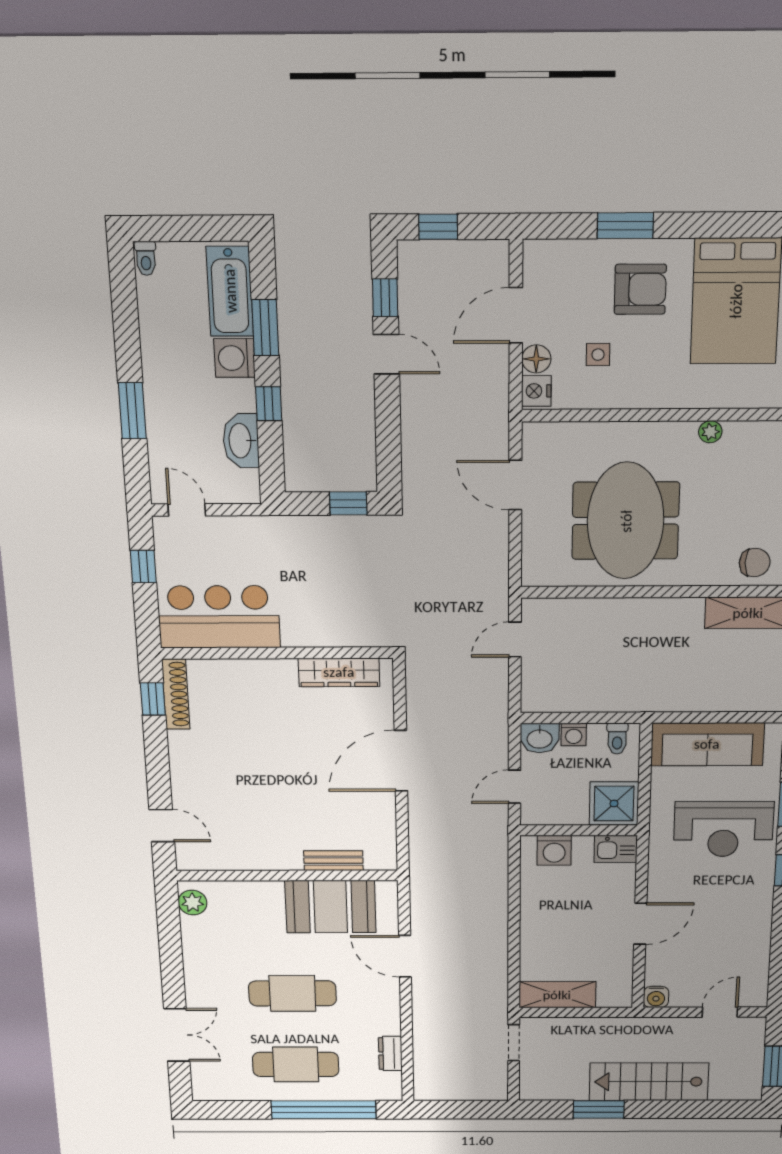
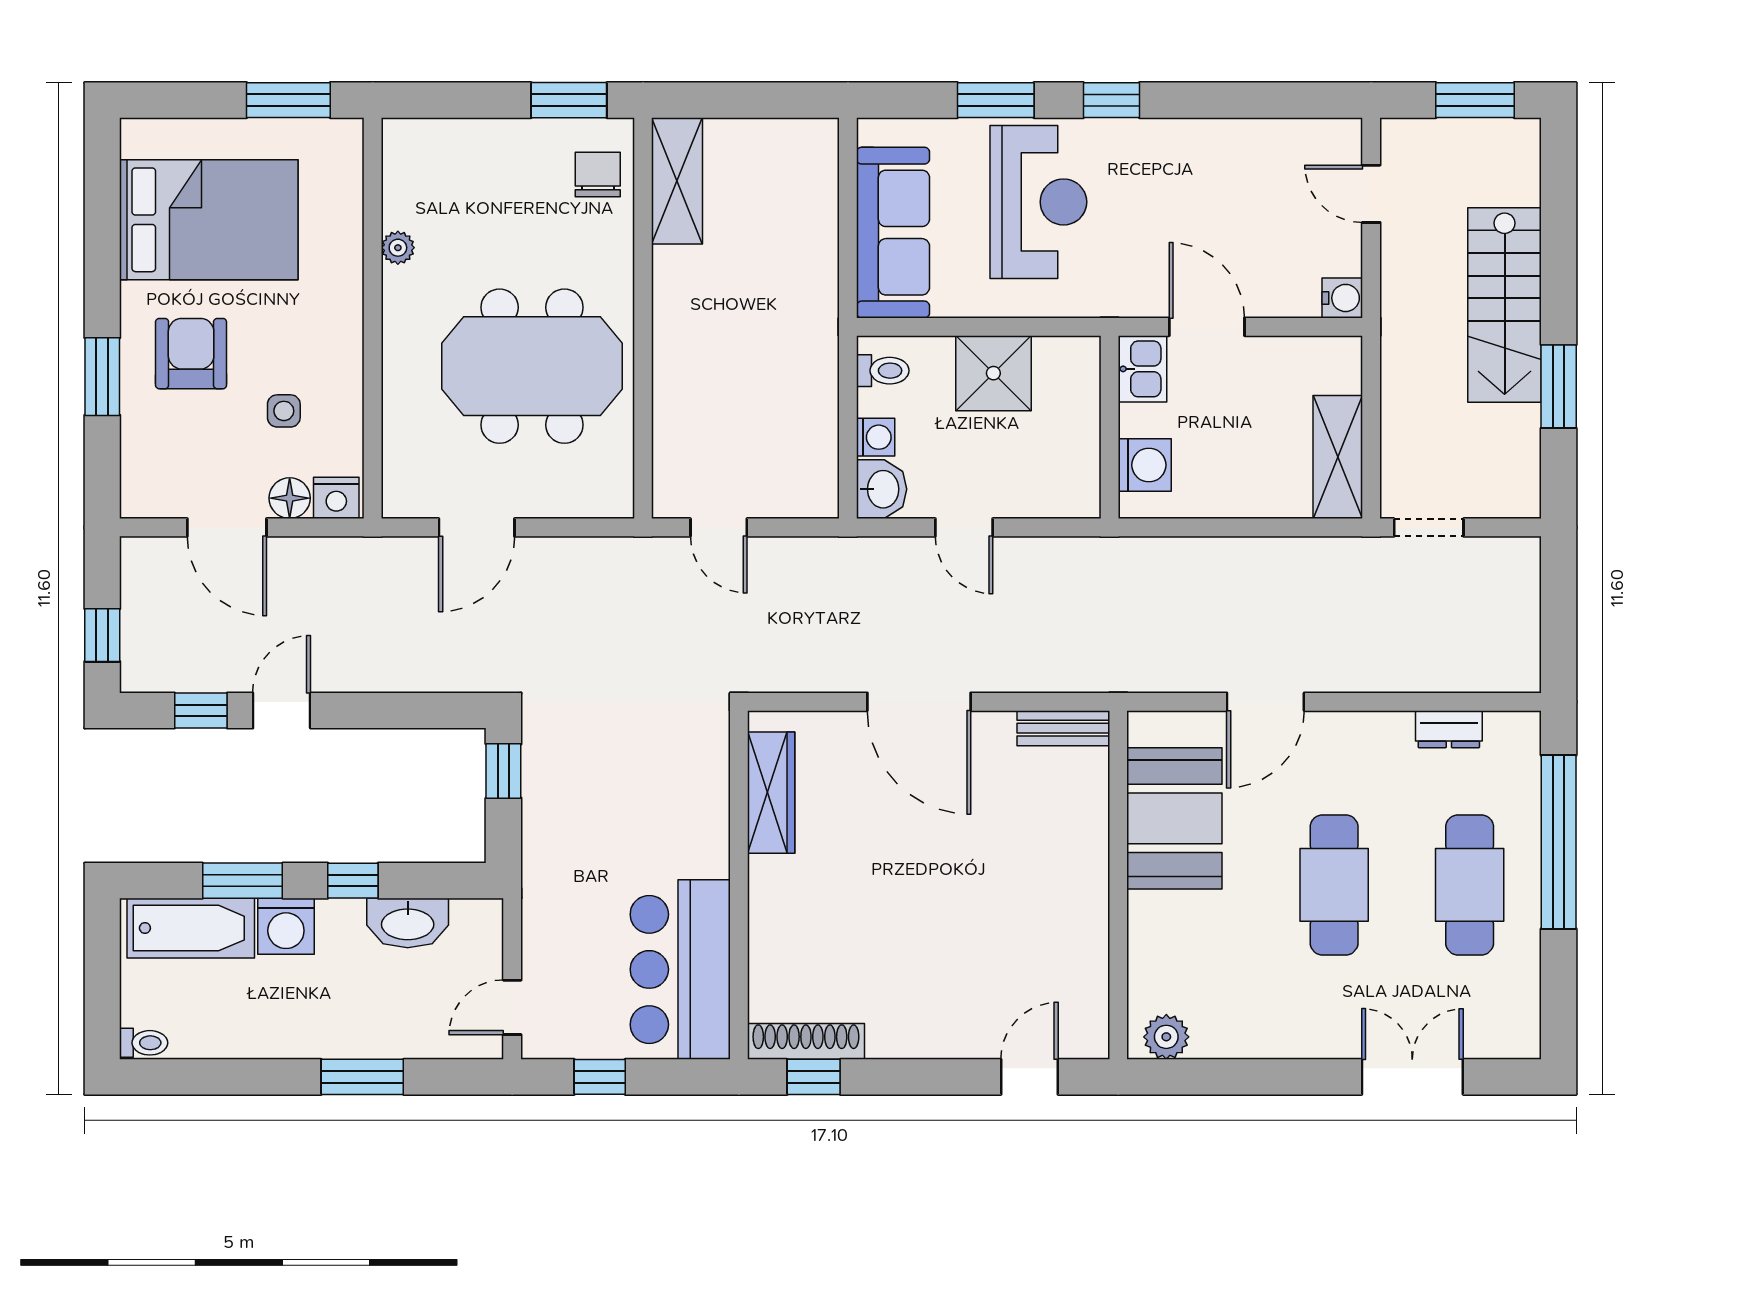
wall: (579, 830) -> (1110, 427), moved
kitchen sink: (616, 849) -> (1142, 369), moved
washing machine: (554, 850) -> (1145, 465), moved
bench: (333, 861) -> (1063, 728), moved, turned 90

